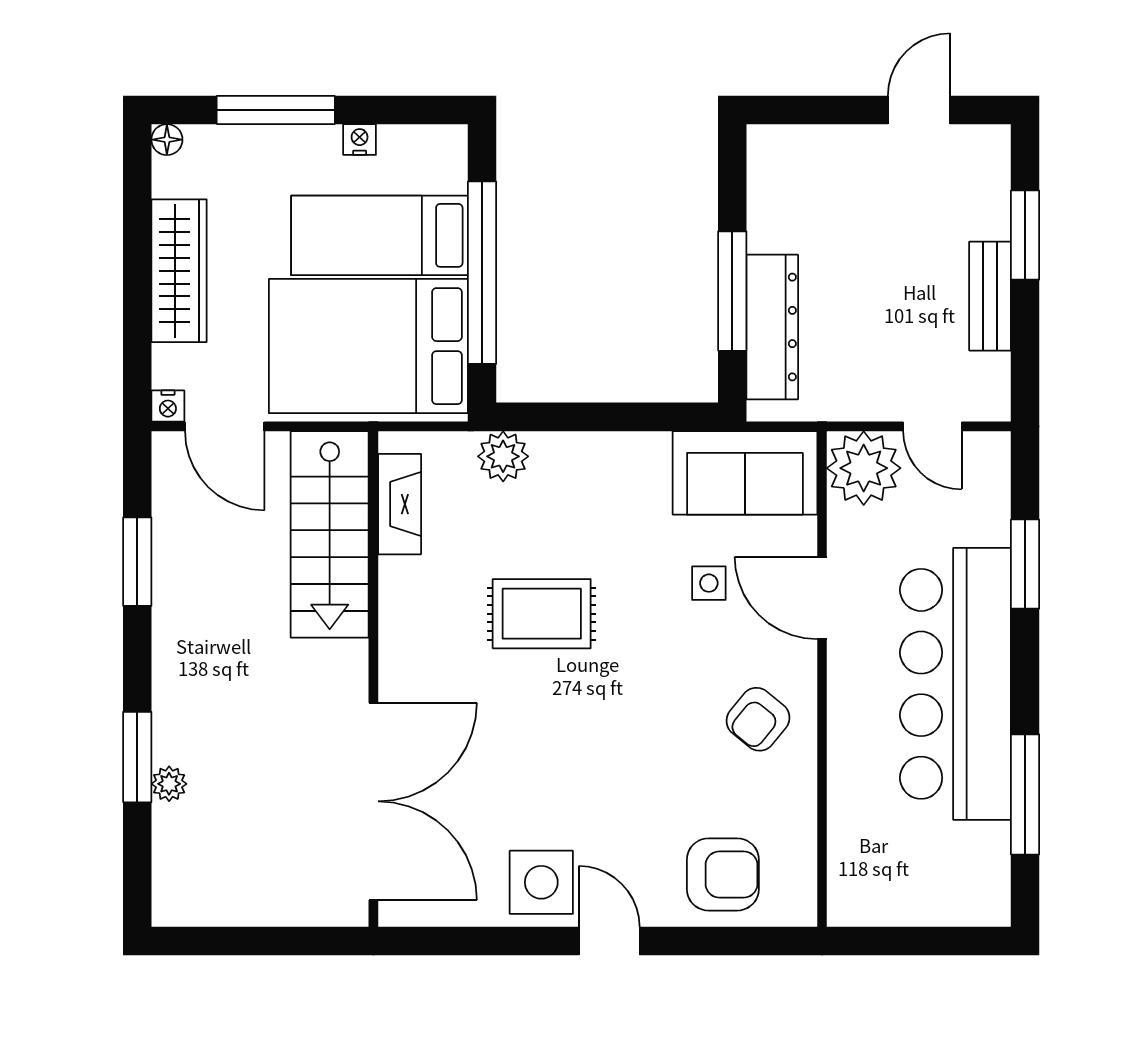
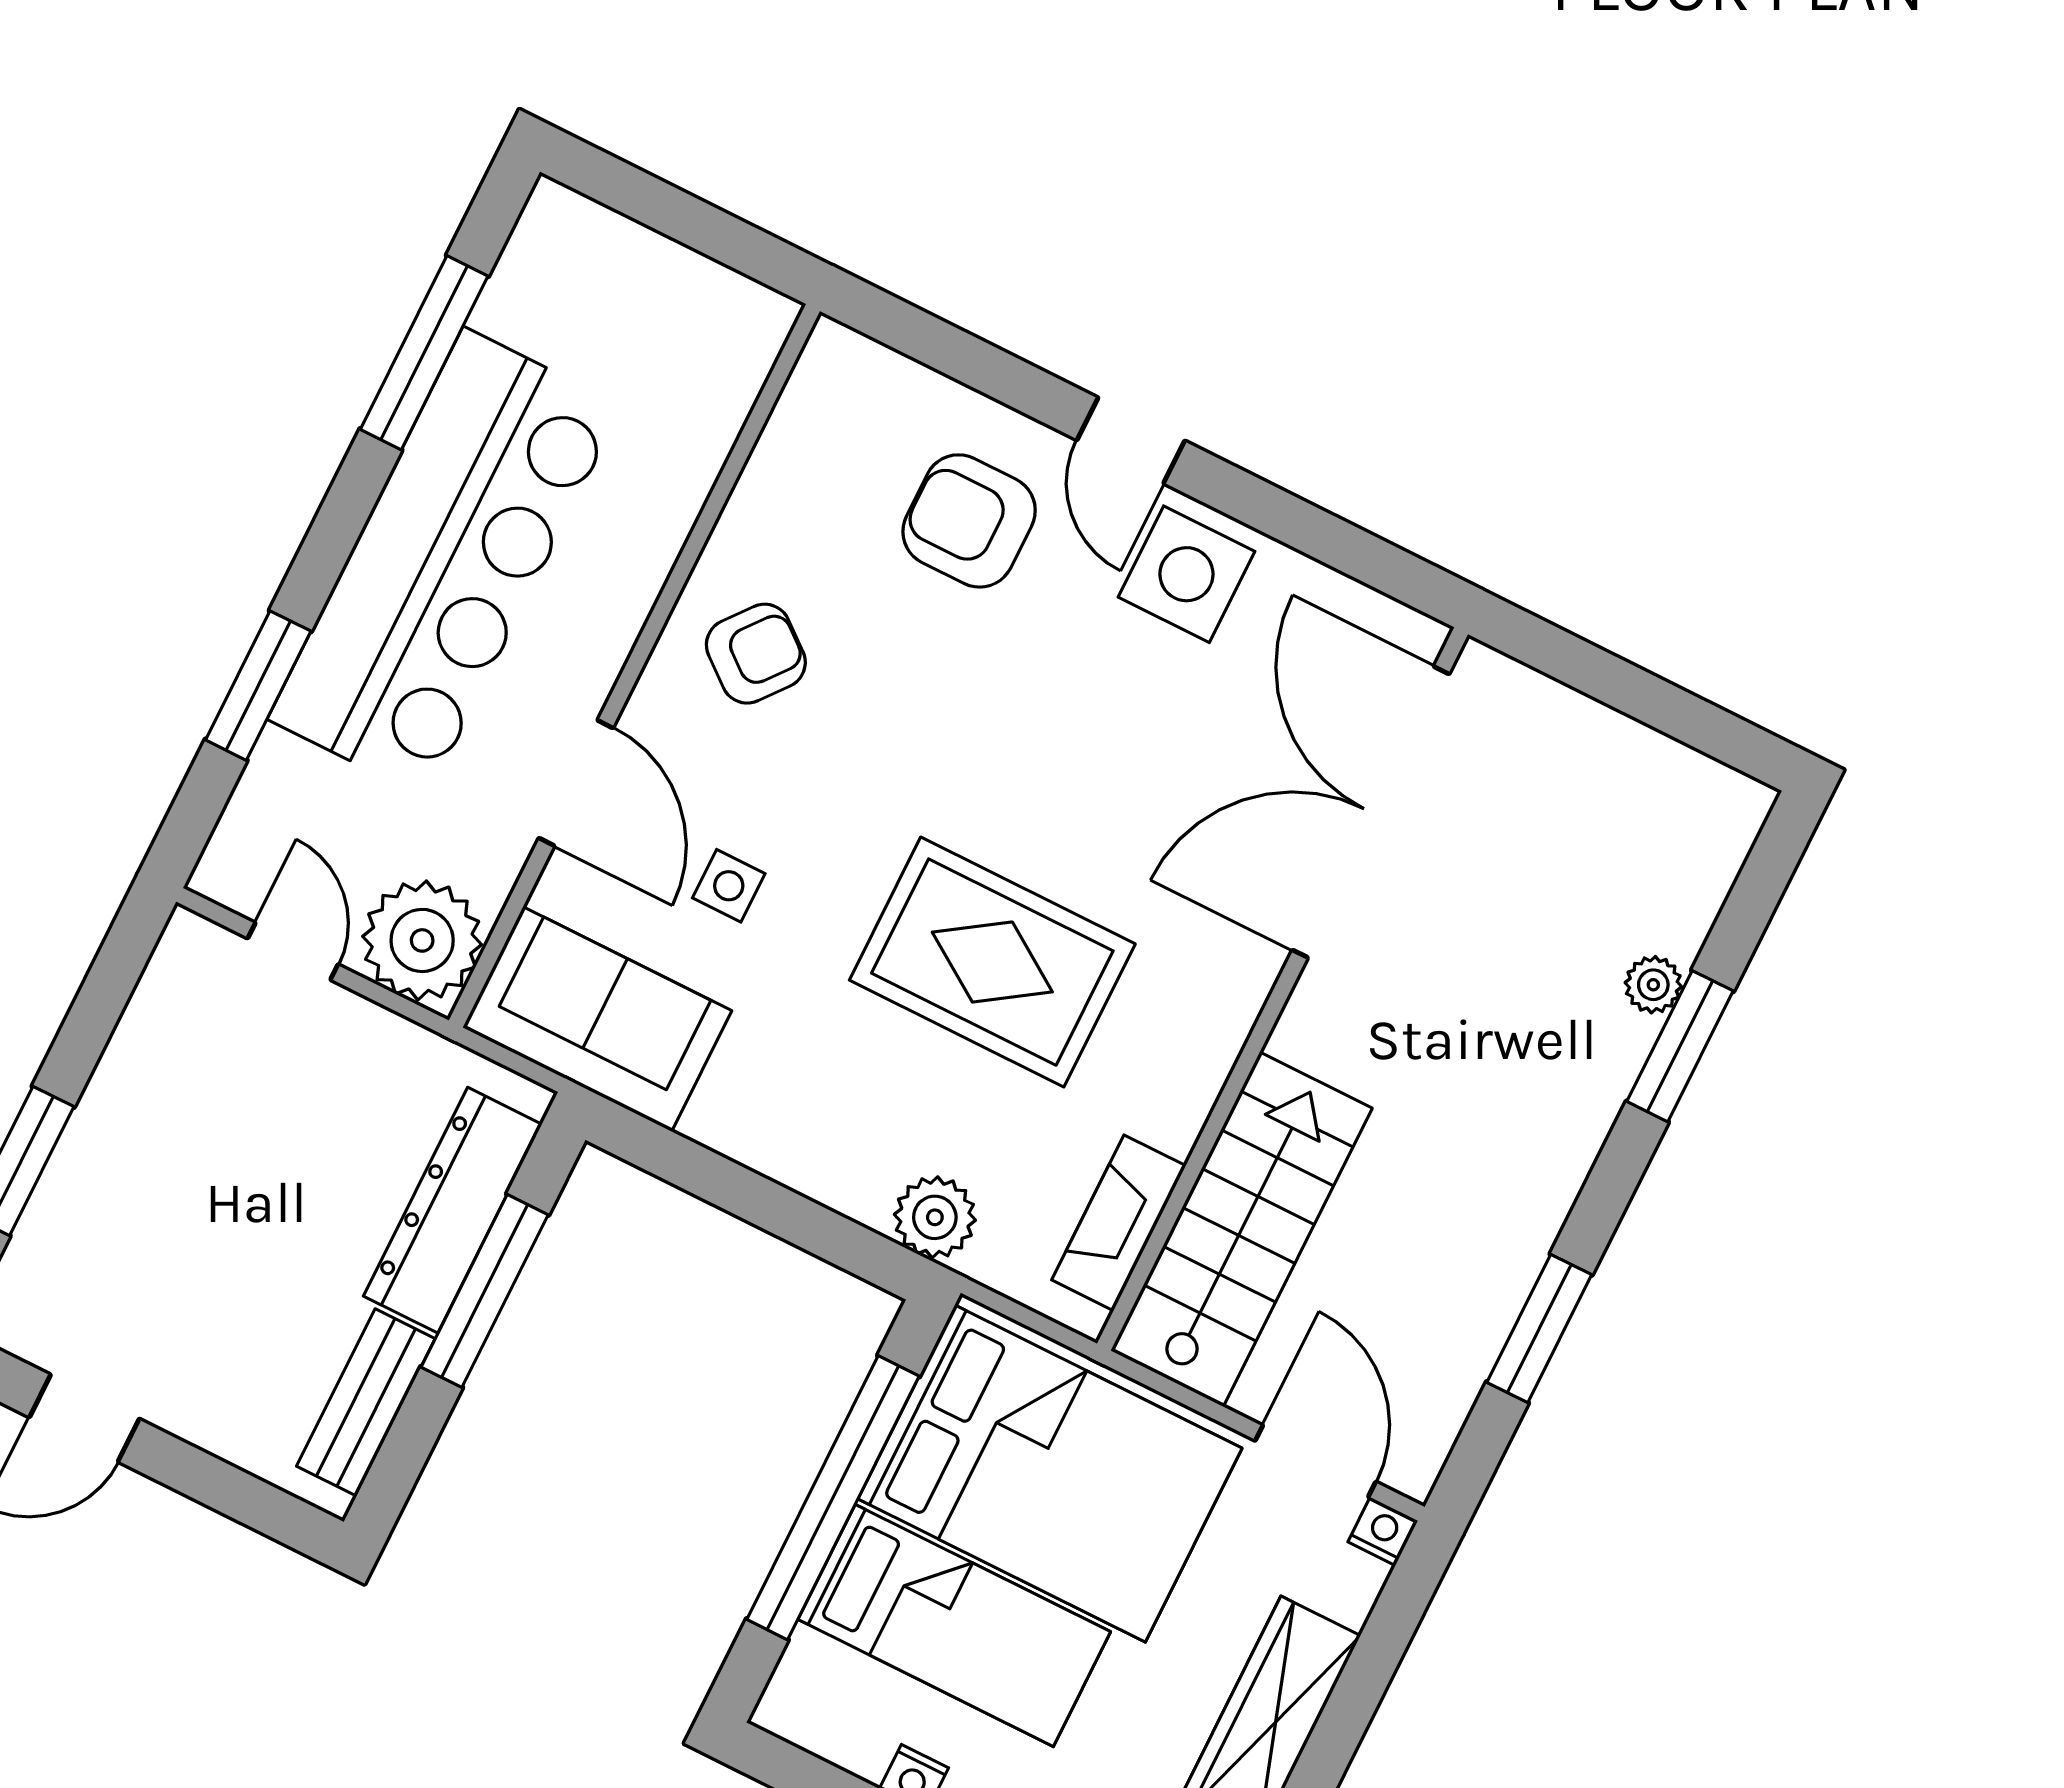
bench: (990, 296) -> (366, 1402), moved
rug: (542, 614) -> (992, 962), width x1.36, depth x1.43
armchair: (723, 874) -> (969, 521), moved

